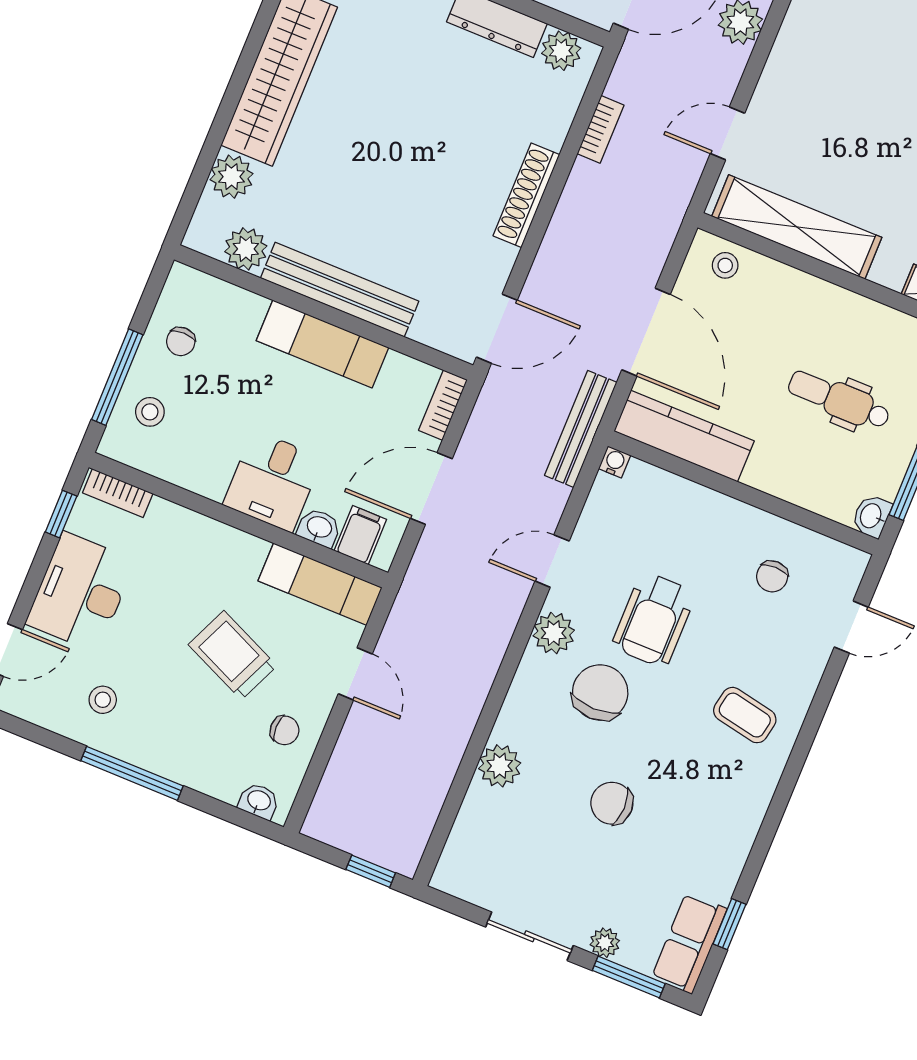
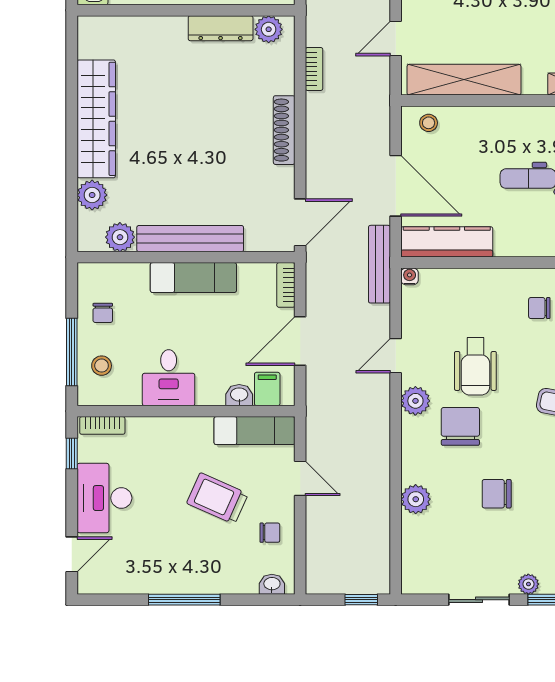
desk: (273, 481) -> (169, 378), moved
chair: (772, 576) -> (539, 308), turned 90
stool: (103, 700) -> (147, 561), removed

